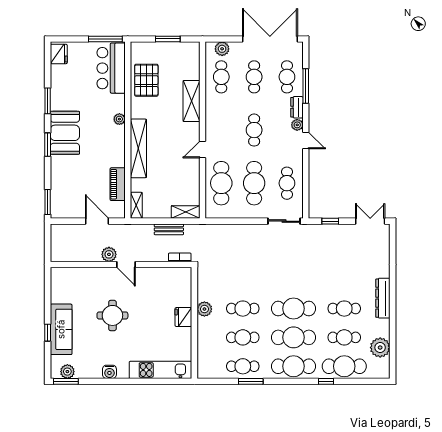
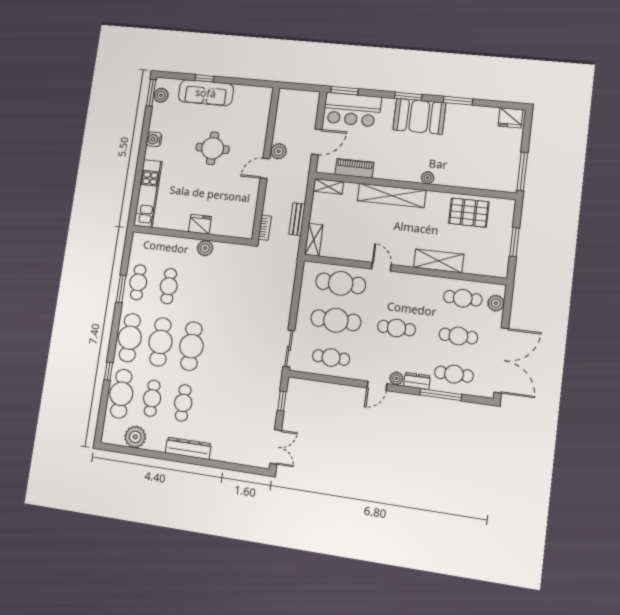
bar counter: (111, 68) -> (352, 110), moved, turned 180
cafe table: (243, 309) -> (200, 290), removed

